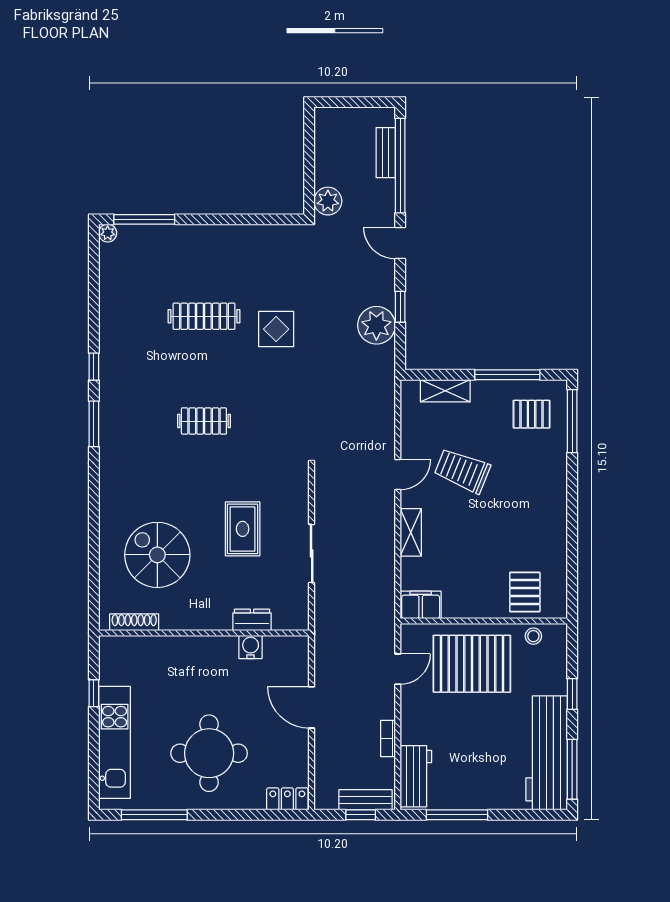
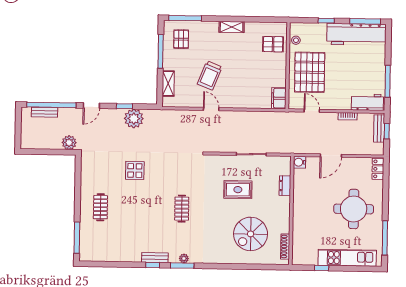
plant: (108, 233) -> (184, 258), moved
clothes rail: (204, 316) -> (100, 207), moved, width x0.73
bench: (108, 371) -> (155, 258), added
shelving: (411, 532) -> (232, 27), moved
water cooler: (251, 647) -> (299, 162), moved

